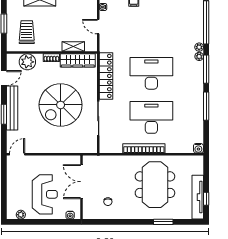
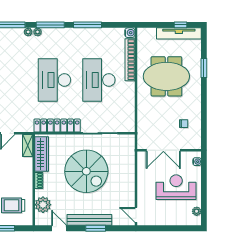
shelving: (73, 47) -> (28, 146), moved
bookcase: (144, 148) -> (130, 60), moved

